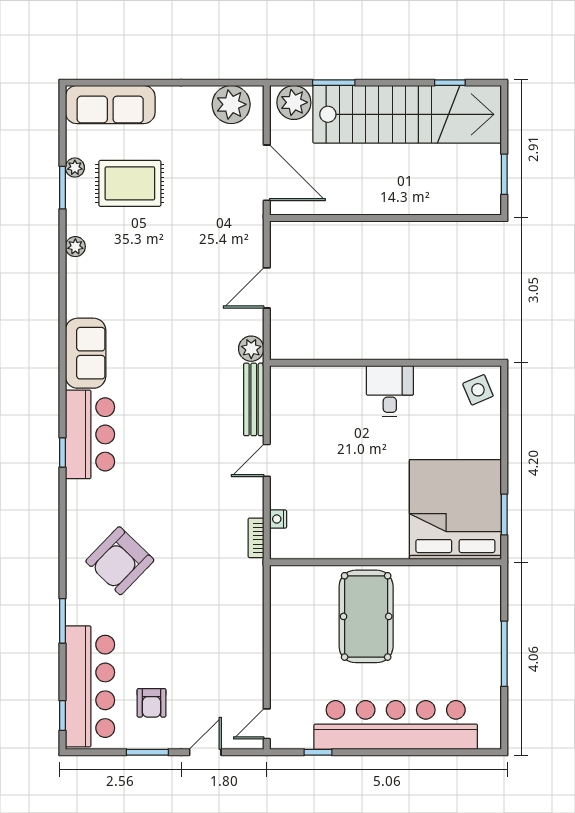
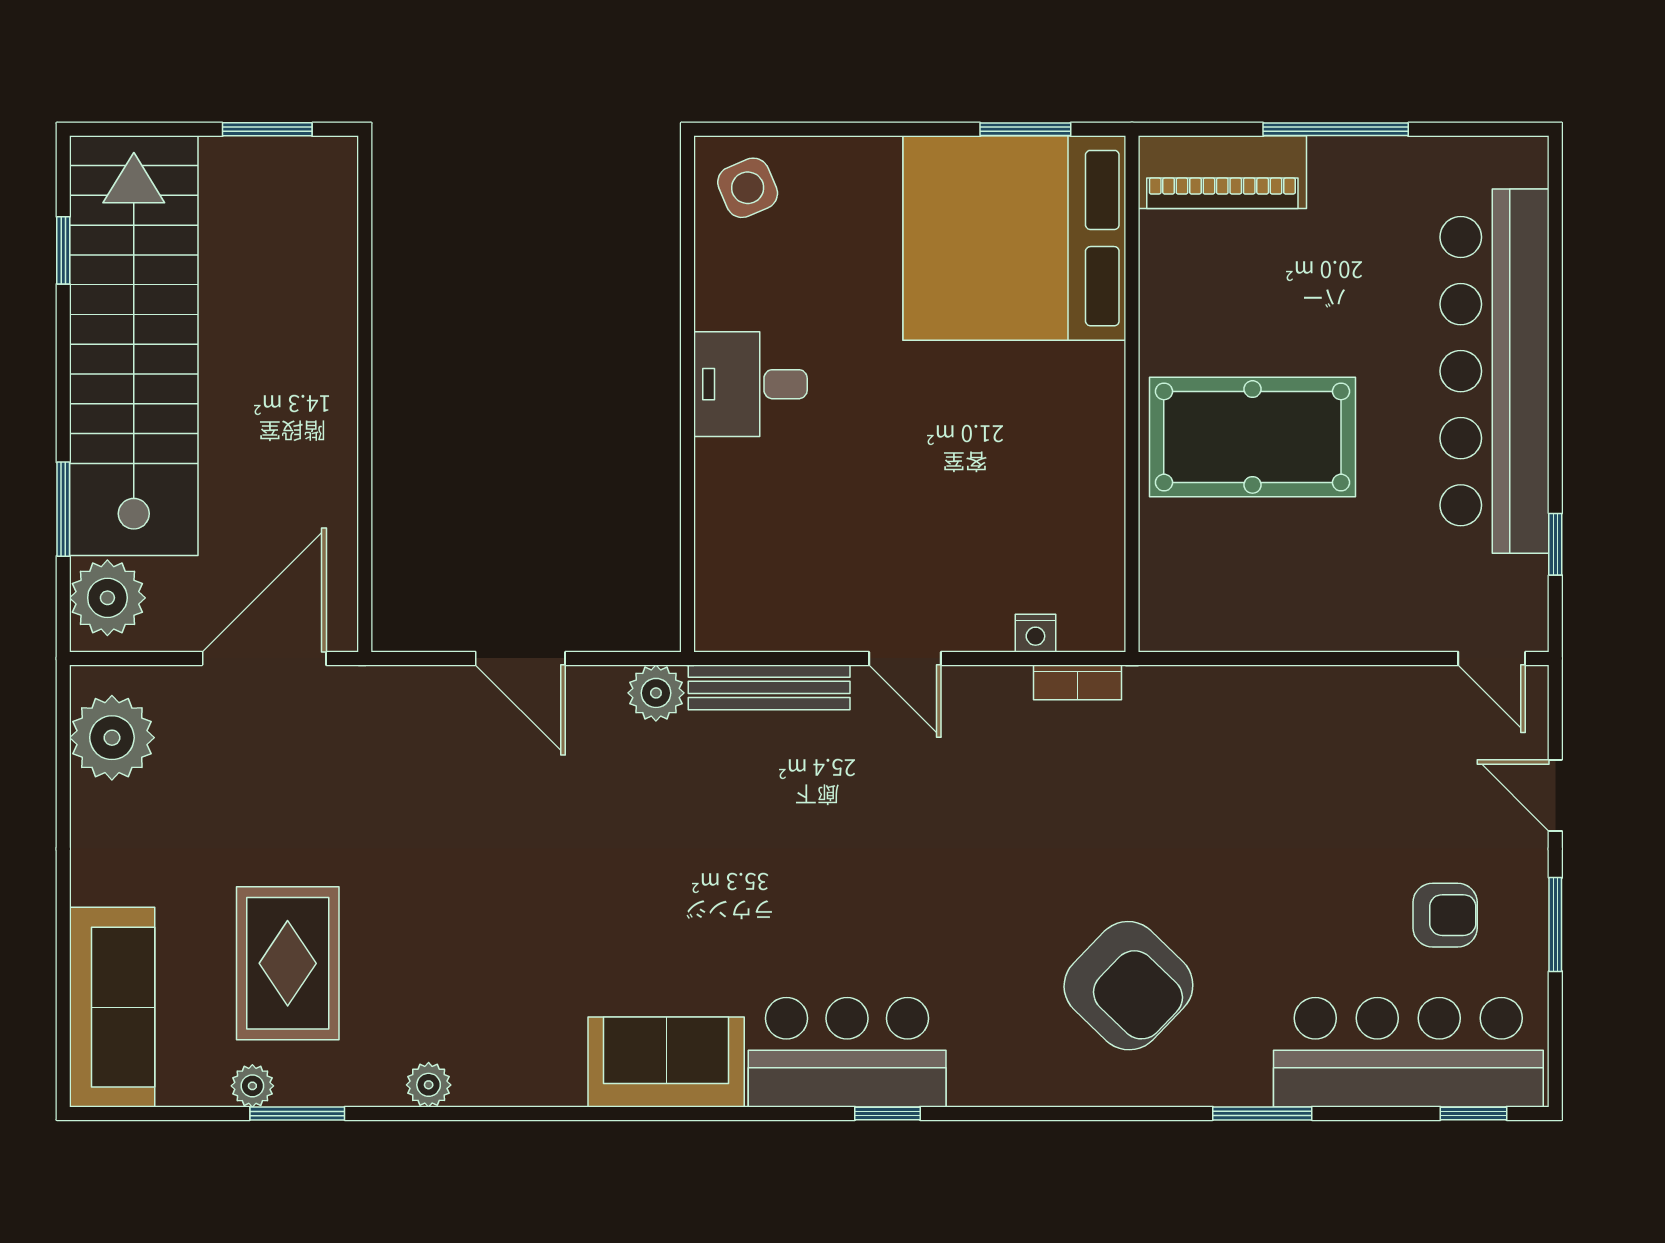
piano: (485, 603) -> (1222, 172), added

